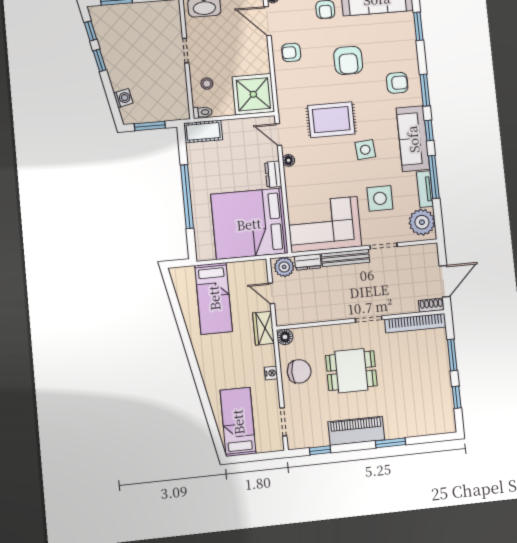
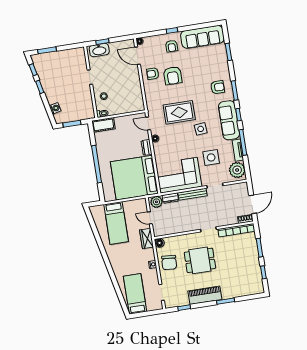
armchair: (348, 60) -> (173, 76), moved
shower: (253, 94) -> (132, 100), removed
chair: (299, 371) -> (169, 263), turned 94

